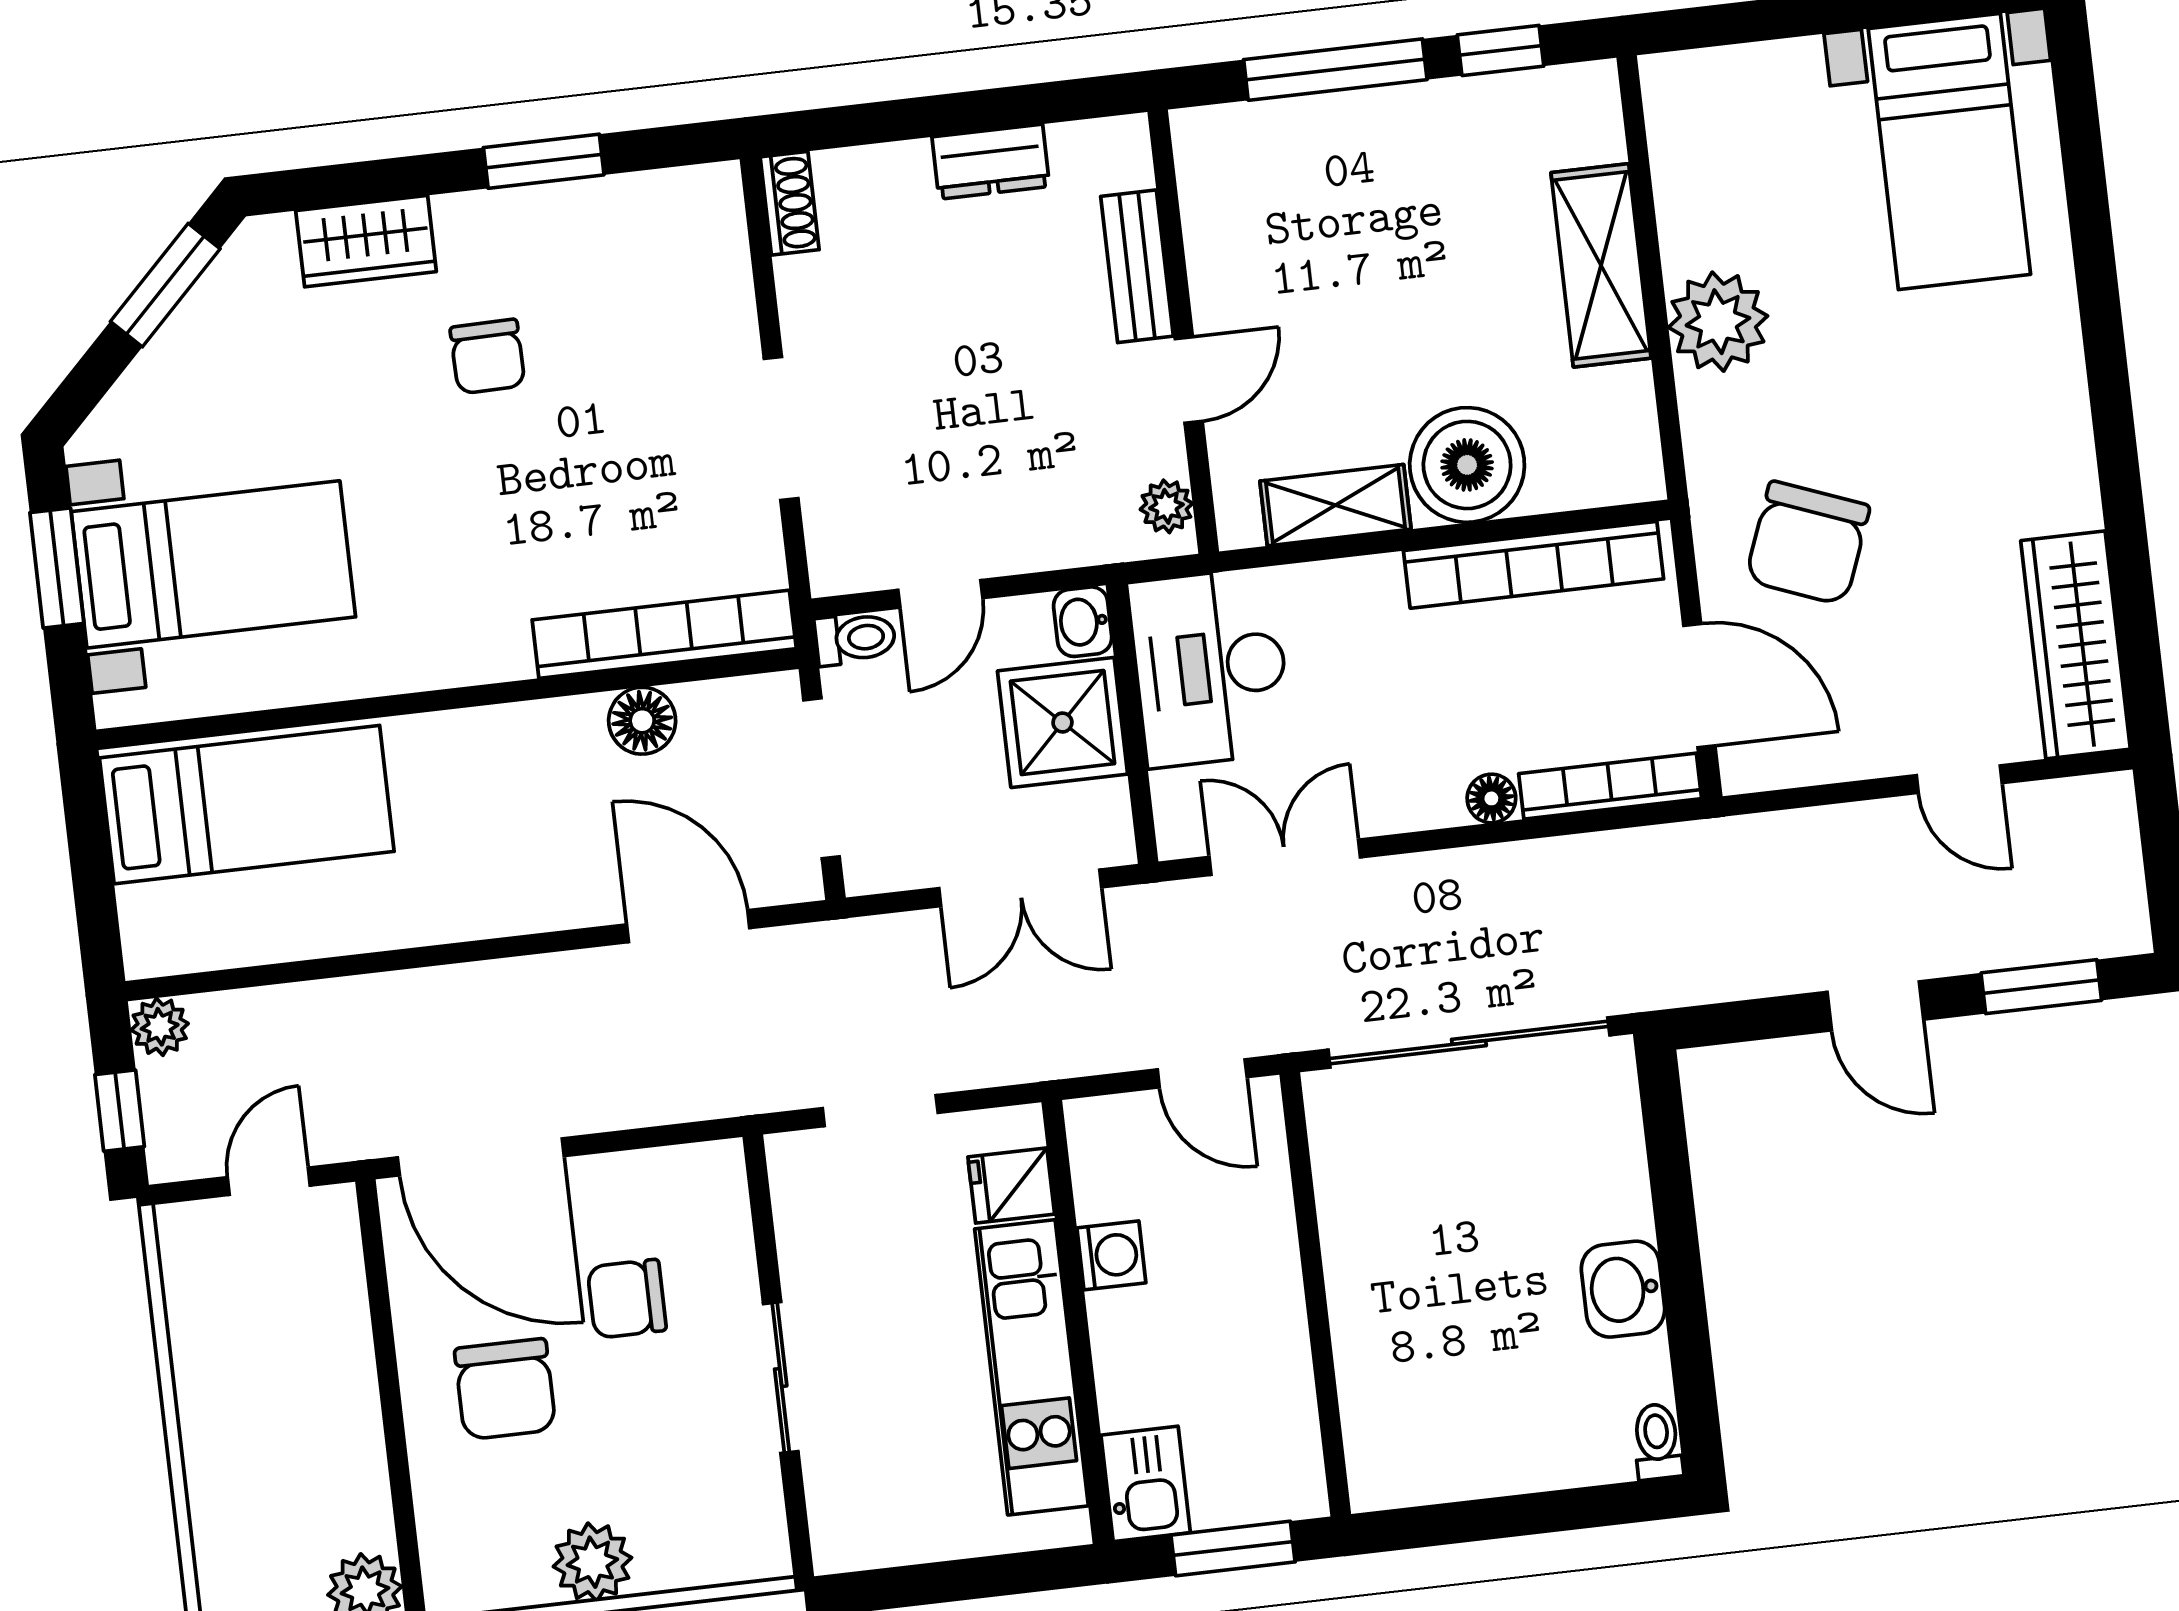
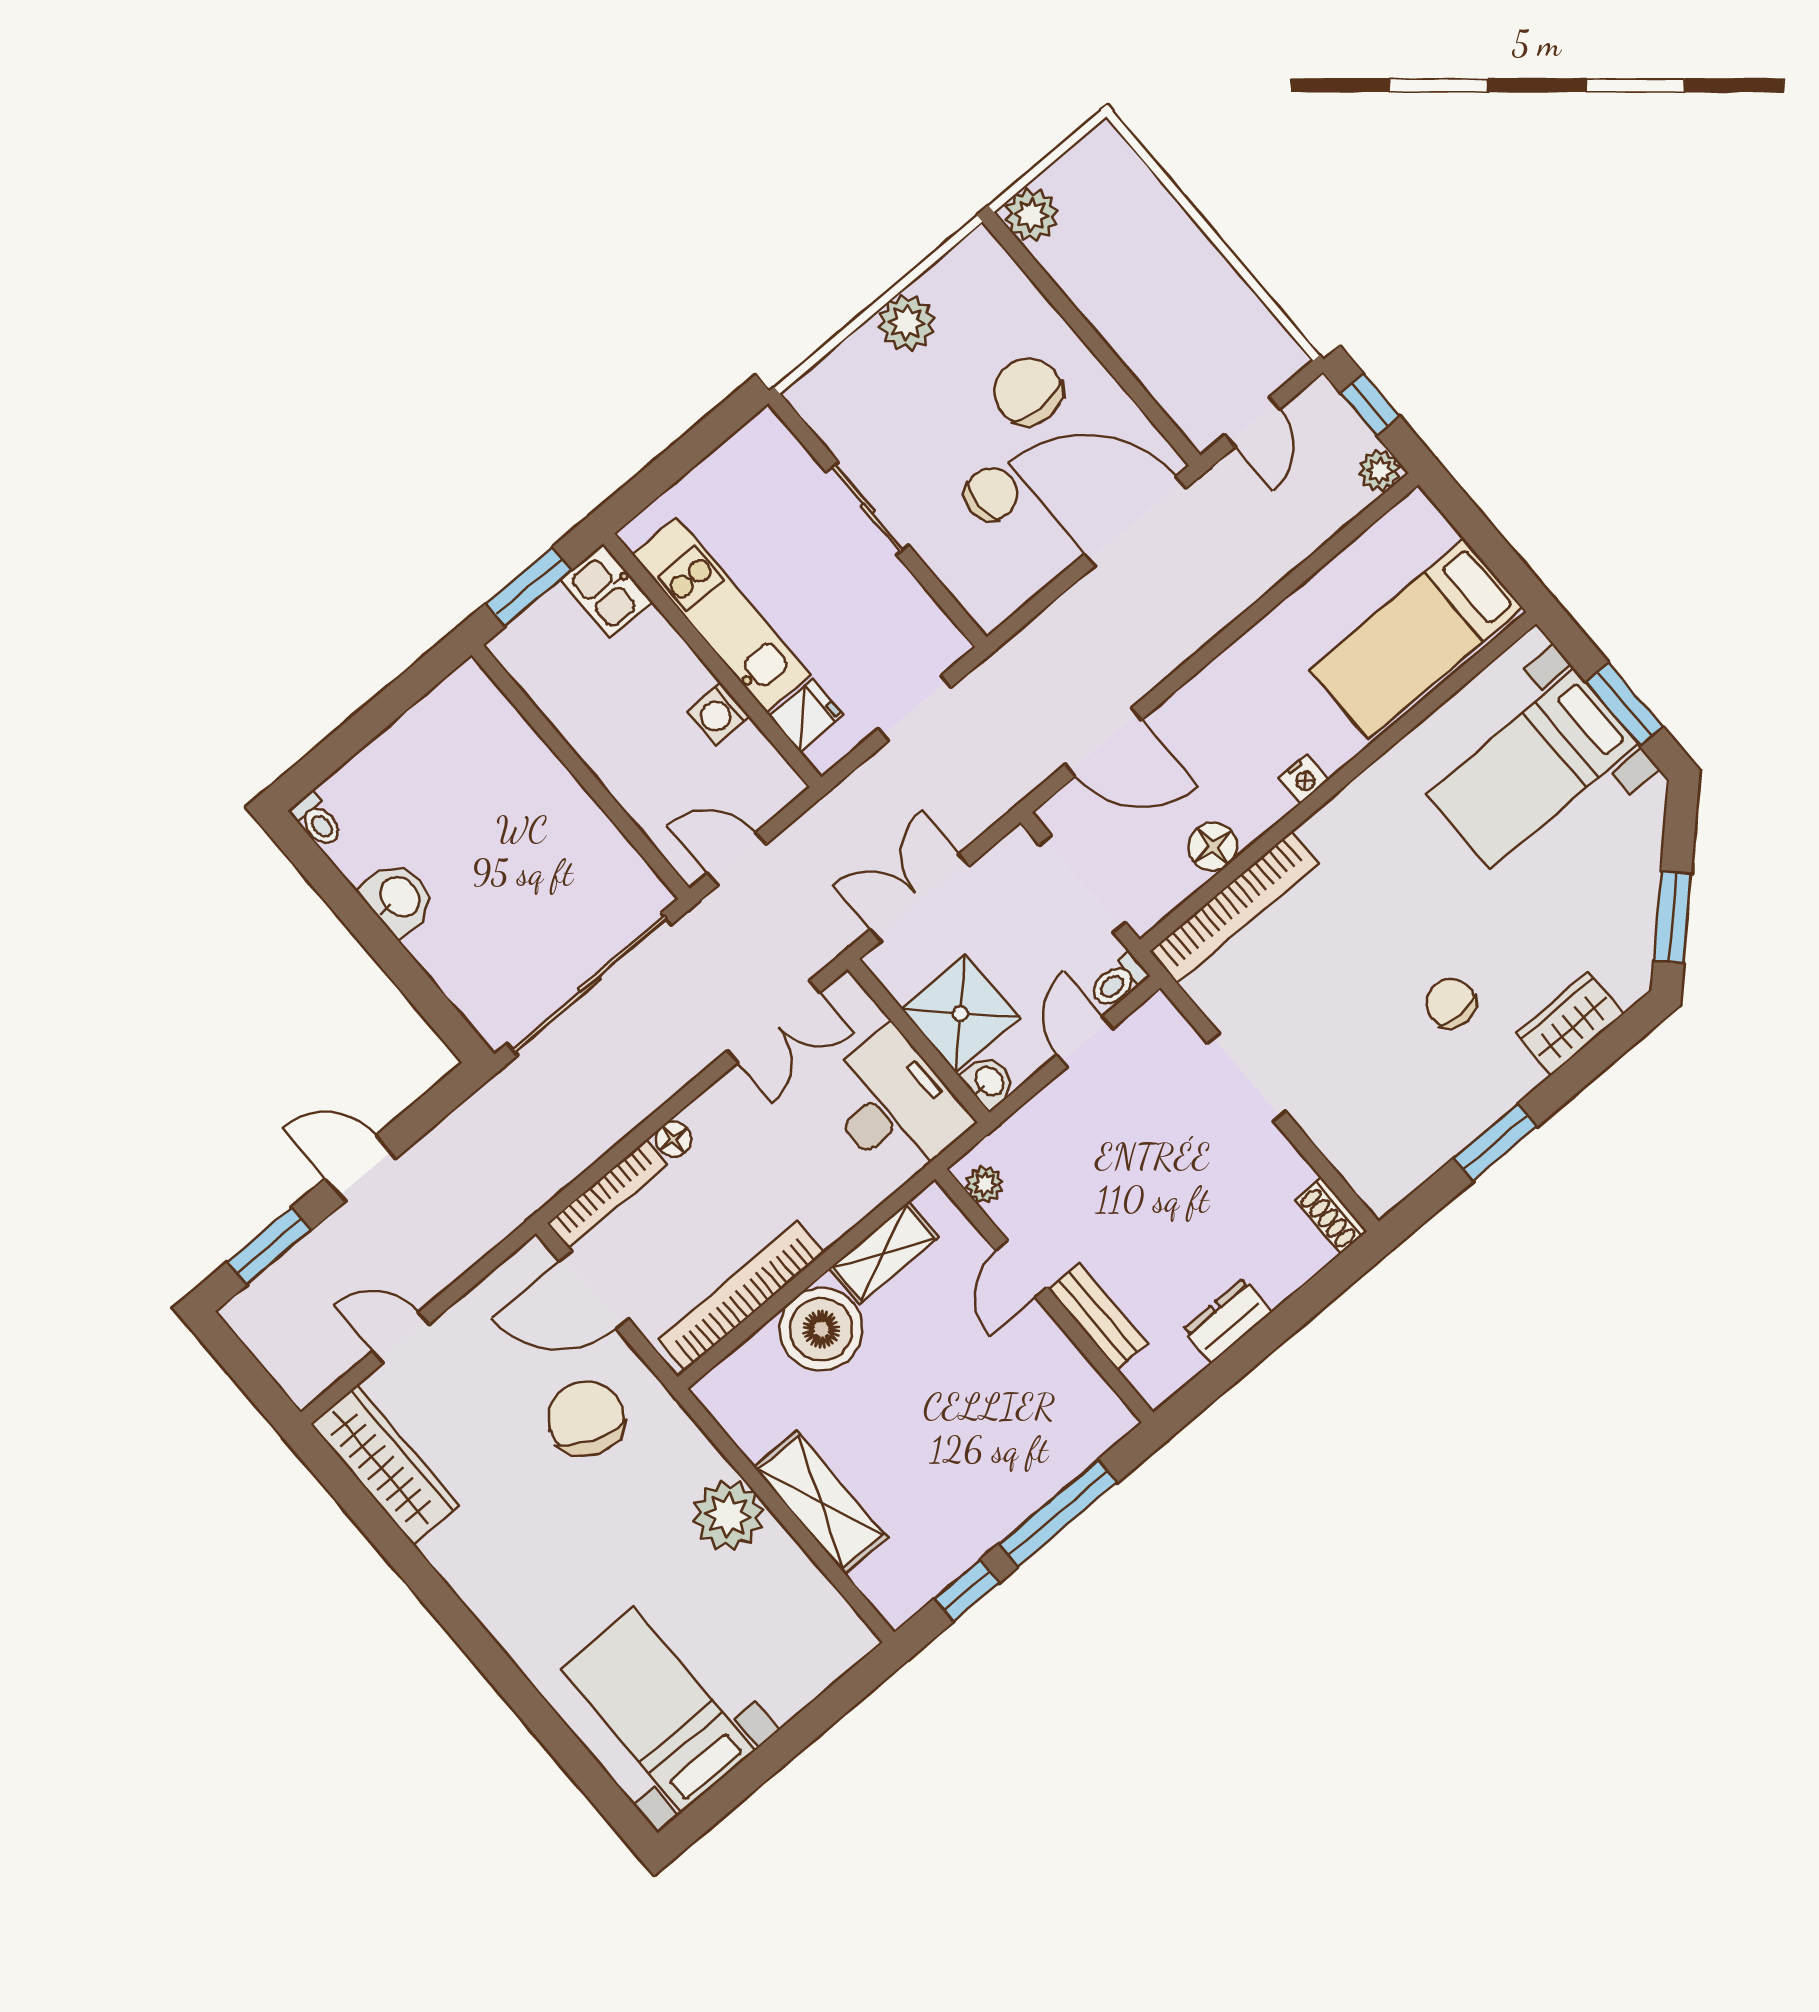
nightstand: (485, 729) -> (1304, 779), added

